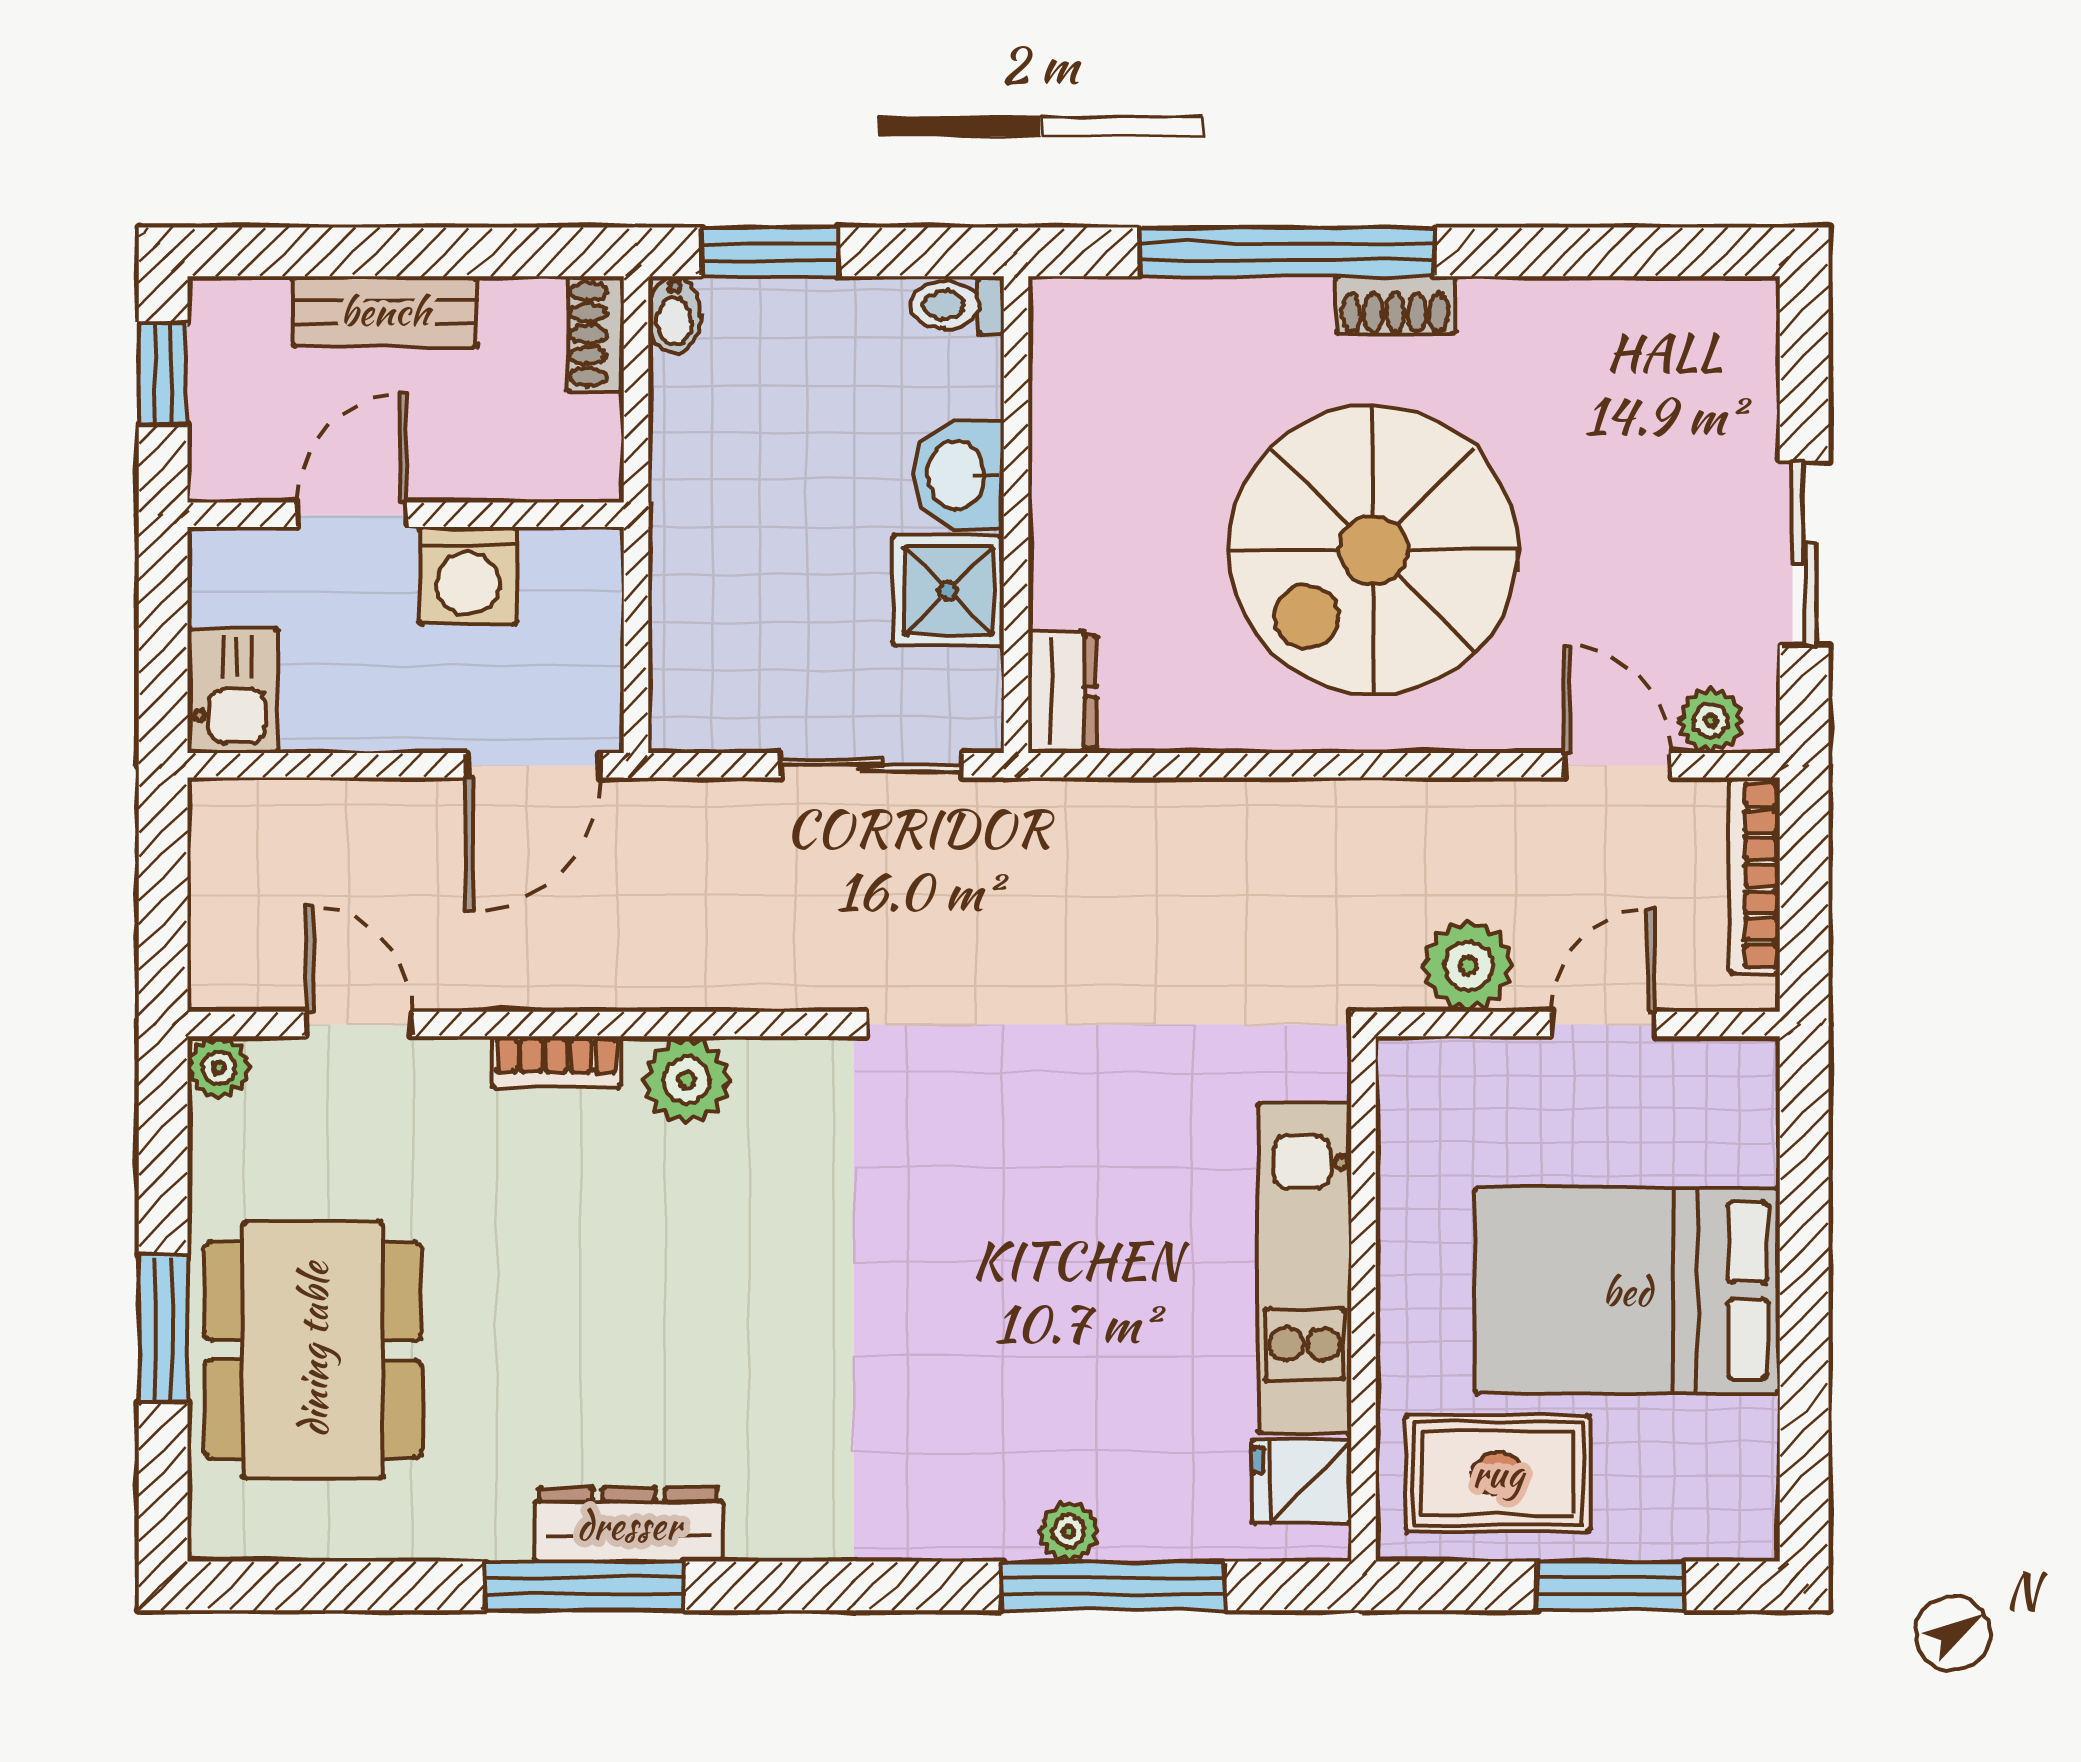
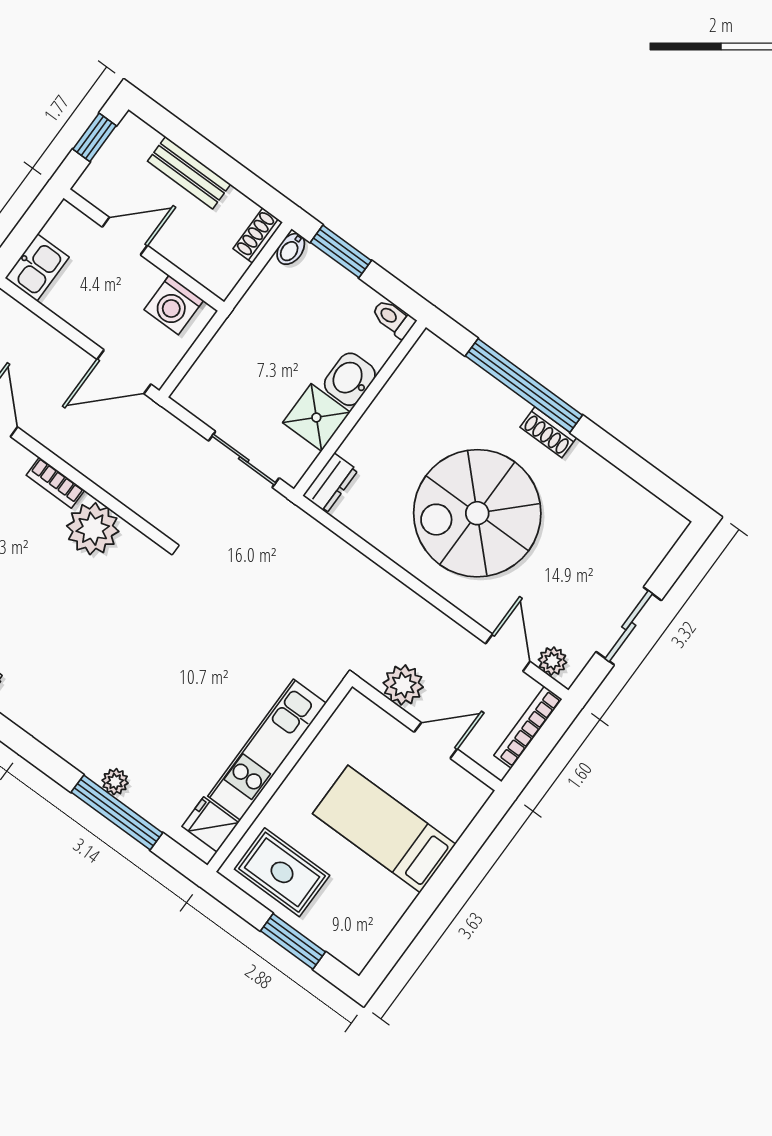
washing machine: (468, 576) -> (174, 305), moved
plant: (687, 1080) -> (93, 529), width x1.36, depth x1.36
bed: (1627, 1291) -> (384, 829), width x0.67

